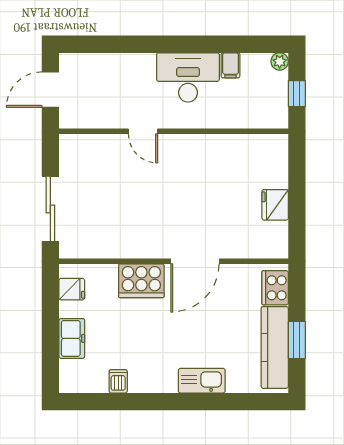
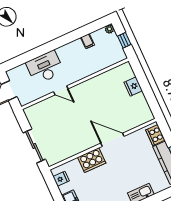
desk: (188, 77) -> (45, 67), moved
fridge: (275, 205) -> (133, 86), moved
door: (195, 261) -> (112, 140), swing flipped

